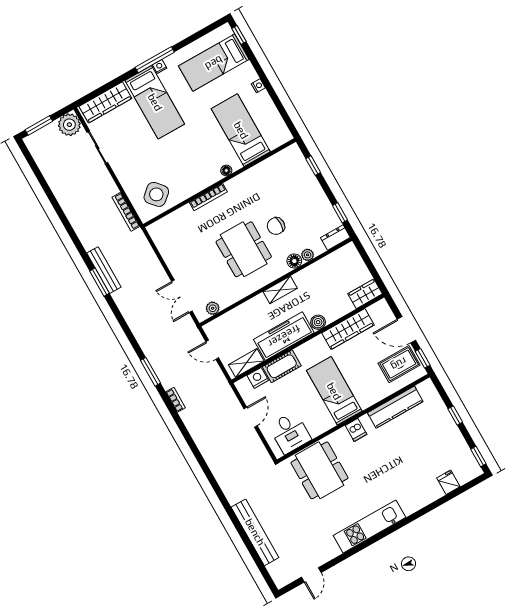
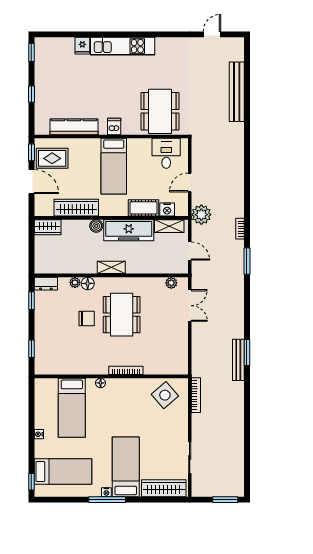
plant: (69, 125) -> (201, 215), moved
fridge: (448, 482) -> (82, 46), moved
kitchen unit: (370, 526) -> (123, 46), moved

